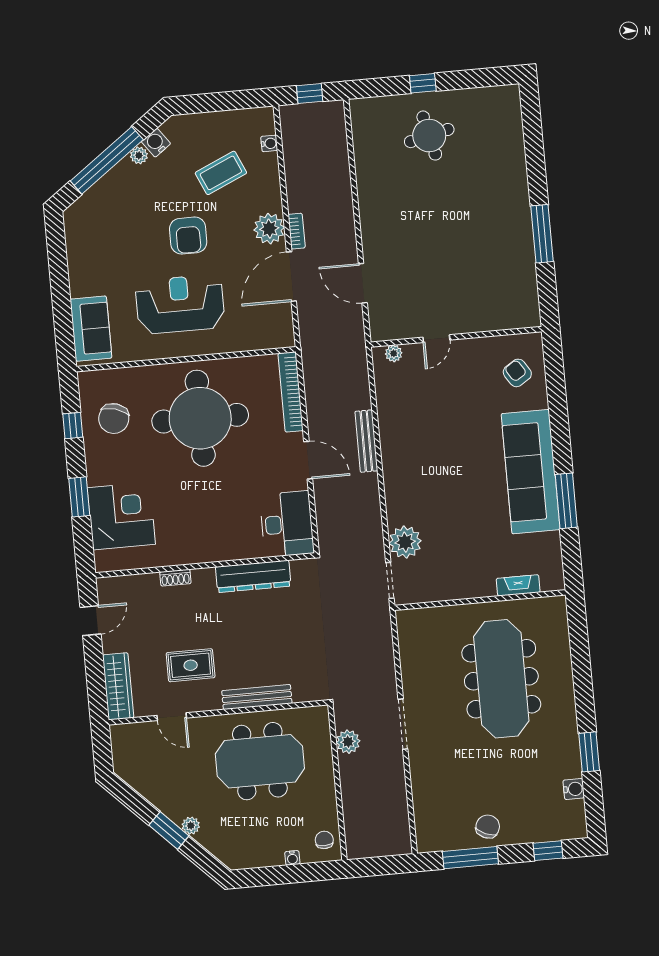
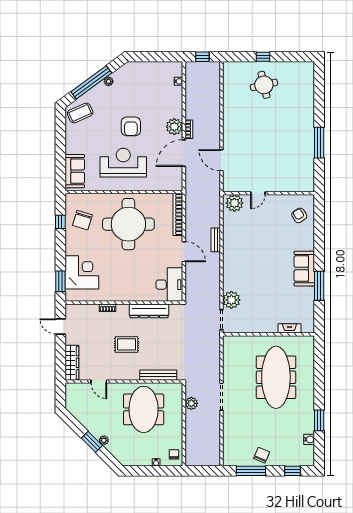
water cooler: (156, 143) -> (118, 75), removed
coffee table: (221, 173) -> (80, 113), moved
plant: (394, 353) -> (234, 203), width x1.88, depth x1.88
bench: (366, 441) -> (216, 240), width x0.73
sofa: (531, 472) -> (304, 269), width x0.54, depth x0.79
window: (79, 497) -> (60, 281), moved
door: (90, 621) -> (60, 326), swing flipped
rug: (191, 665) -> (126, 344), moved
bench: (257, 697) -> (158, 375), moved
meeting table: (260, 761) -> (144, 409), turned 90

